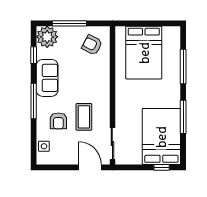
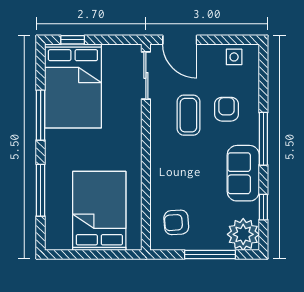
armchair: (92, 45) -> (176, 222), turned 149
side table: (44, 146) -> (234, 57), moved

